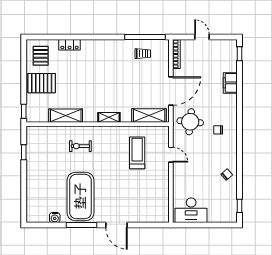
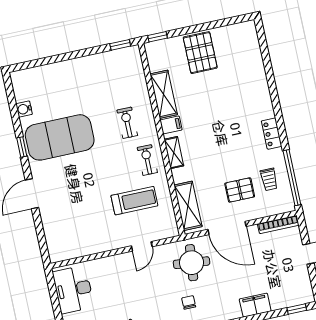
locker: (70, 45) -> (272, 134), moved
pallet: (41, 56) -> (240, 190), moved
filing cabinet: (89, 115) -> (171, 125), added
exercise bike: (110, 138) -> (147, 160), added
window: (24, 152) -> (120, 45), moved
window: (81, 225) -> (22, 147), width x0.46

